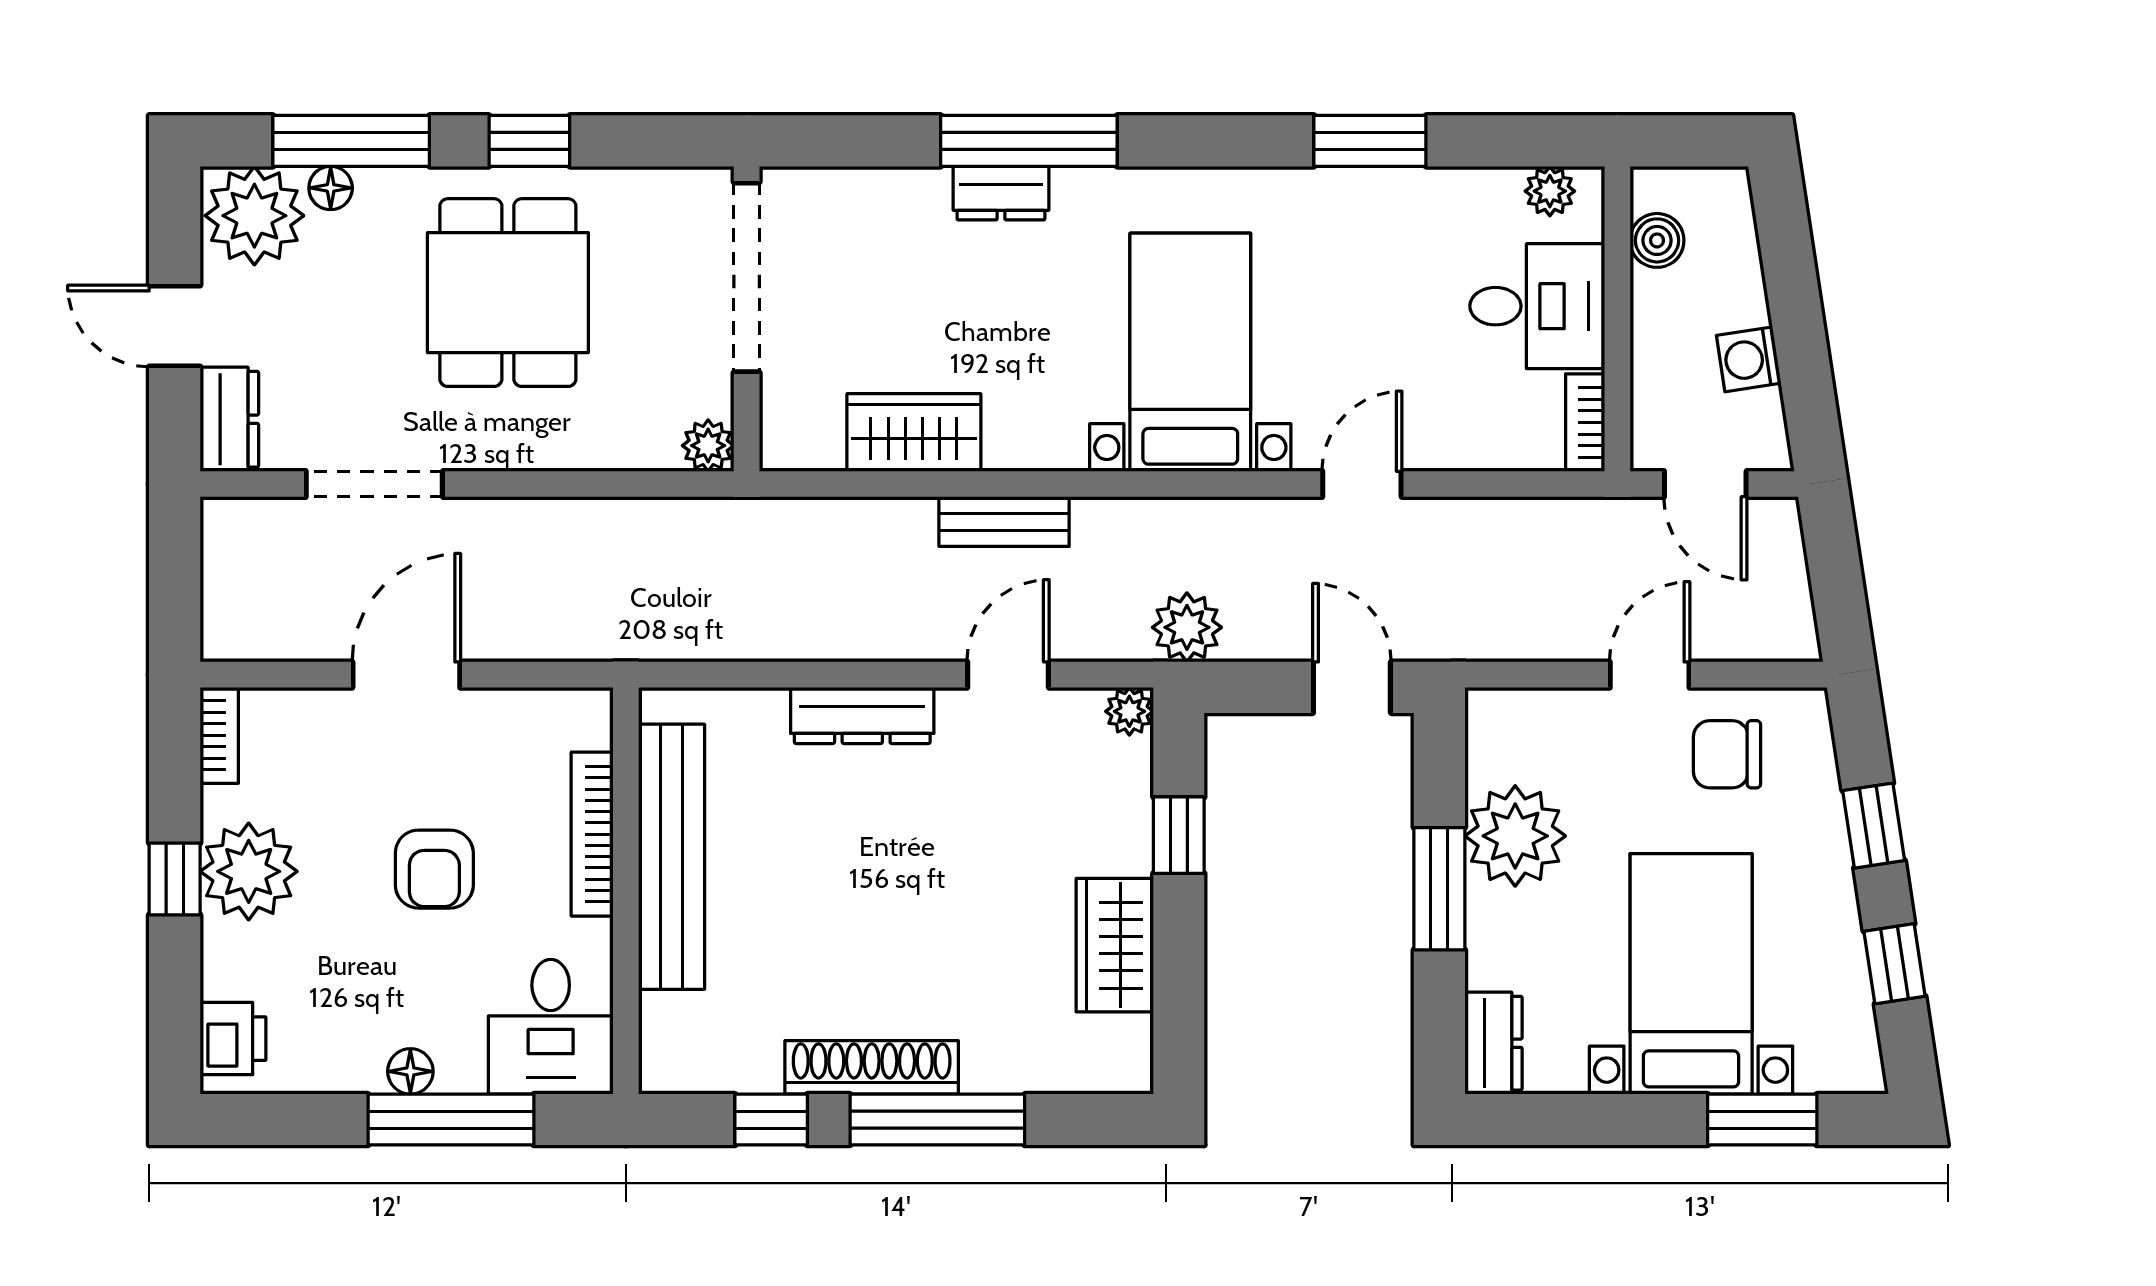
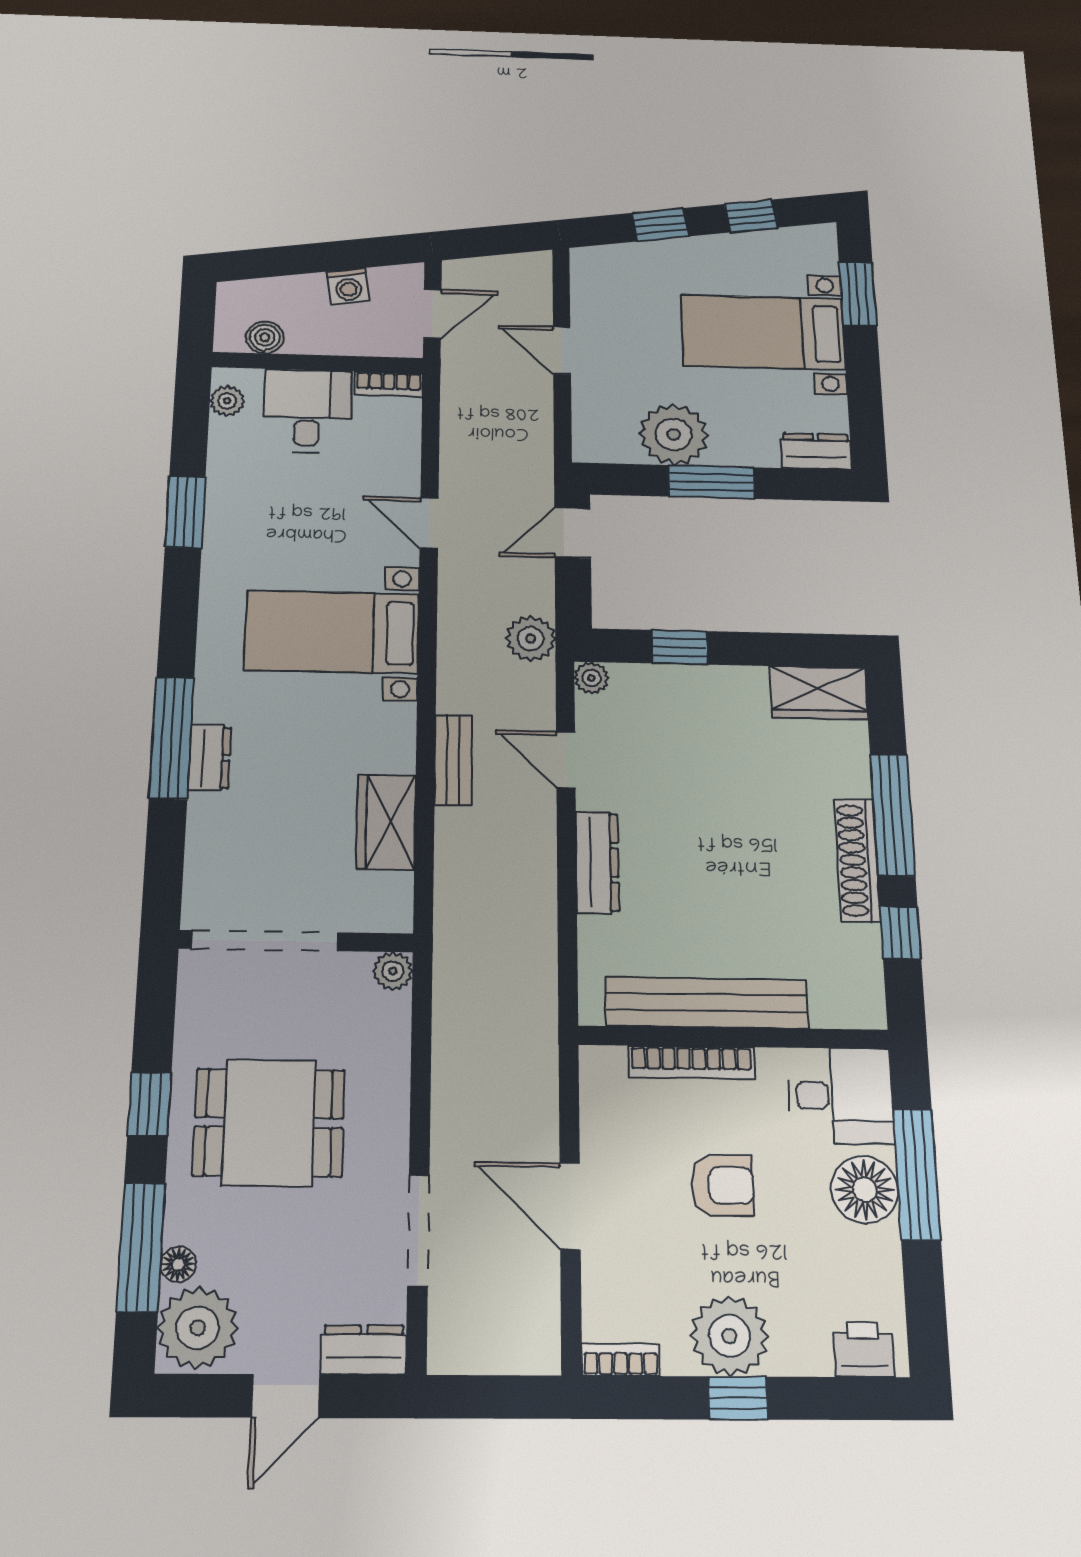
chair: (1727, 754) -> (615, 307), removed
wardrobe: (1115, 945) -> (819, 693), moved
floor lamp: (410, 1071) -> (865, 1189), width x1.89, depth x1.89

